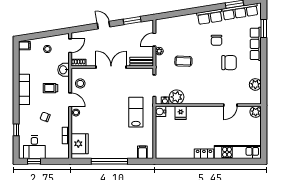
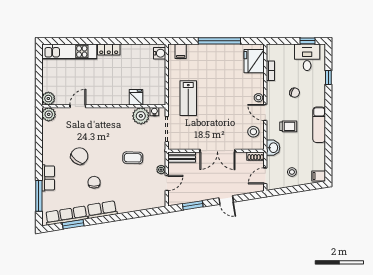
window: (264, 29) -> (39, 196), width x1.44
row of seats: (256, 44) -> (48, 178), width x0.68
chair: (229, 63) -> (79, 156), turned 127
plant: (255, 84) -> (49, 114), moved
water cooler: (160, 112) -> (160, 53), moved

